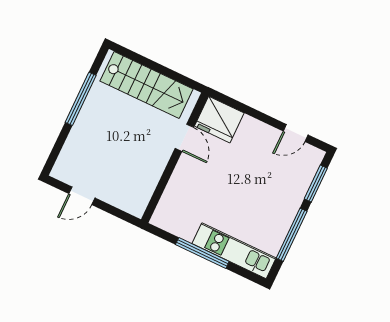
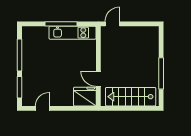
door: (82, 196) -> (112, 24), moved
kitchen unit: (234, 251) -> (72, 33), moved

